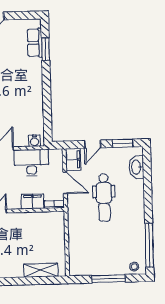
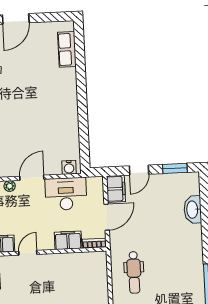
window: (45, 49) -> (80, 57), removed
washbasin: (136, 167) -> (193, 210), moved
door: (65, 183) -> (107, 217), hinge flipped
dental chair: (104, 198) -> (134, 272), moved, width x0.73, depth x0.72

